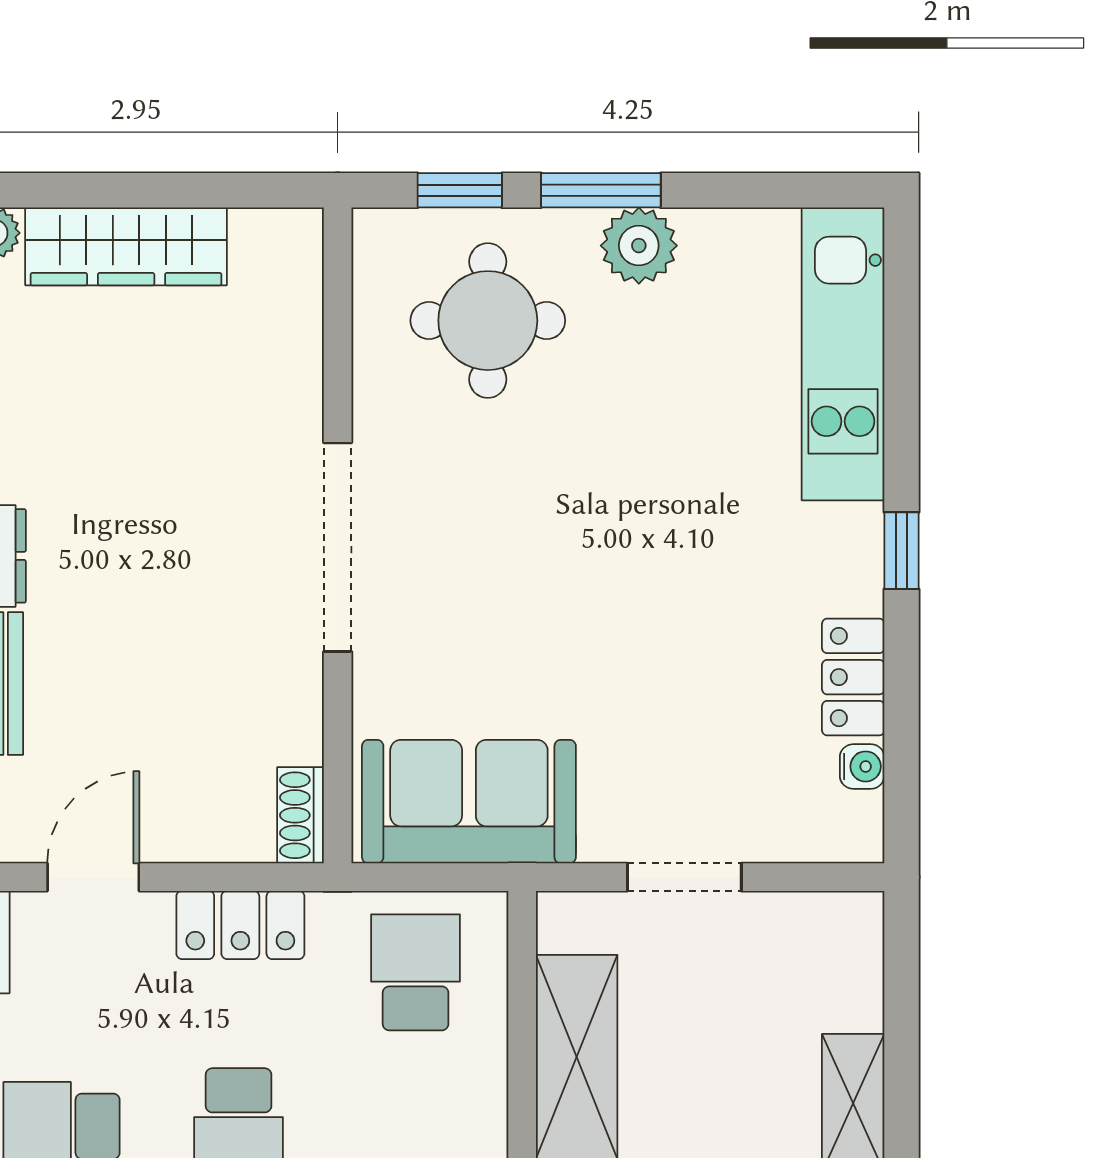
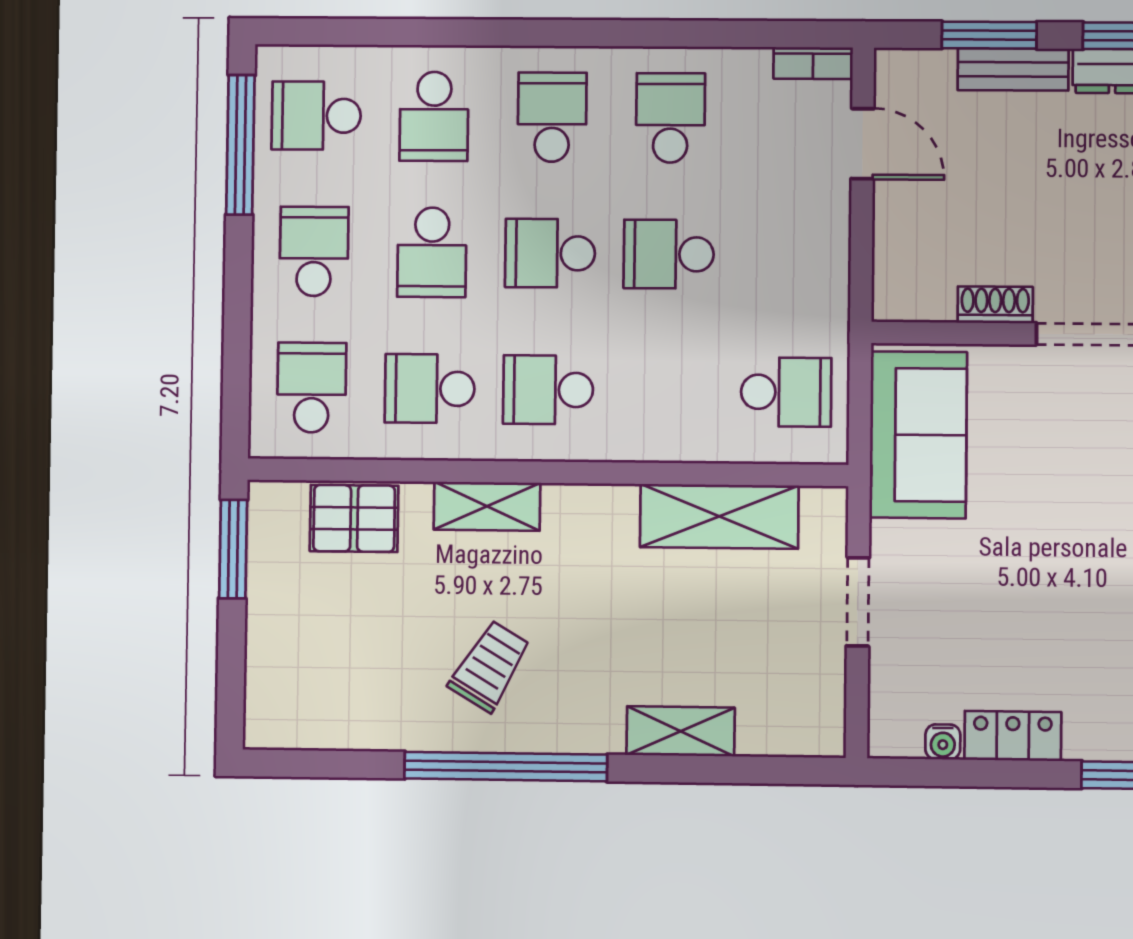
shoe rack: (301, 815) -> (995, 305), moved
locker: (240, 925) -> (824, 257), removed

